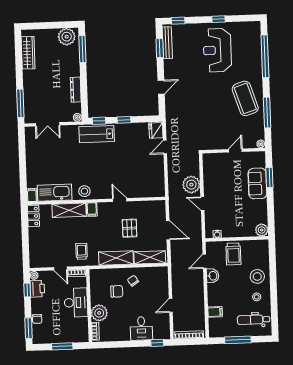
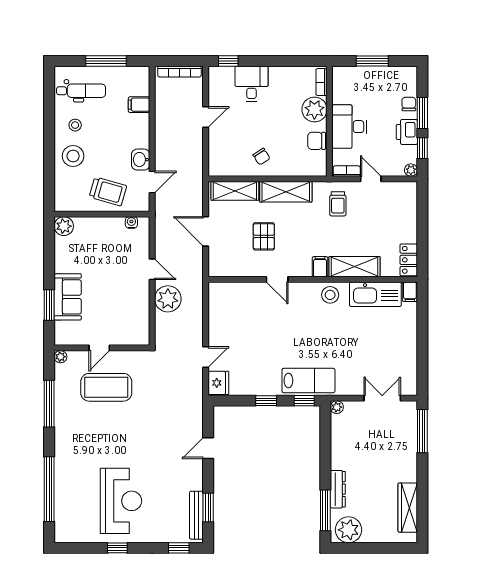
dresser: (76, 90) -> (338, 489), moved
coffee table: (245, 98) -> (106, 387), moved, turned -72
trolley: (233, 254) -> (108, 191), turned 106
printer: (37, 289) -> (407, 132), moved
chair: (117, 291) -> (317, 141), moved
window: (29, 328) -> (422, 113), moved

